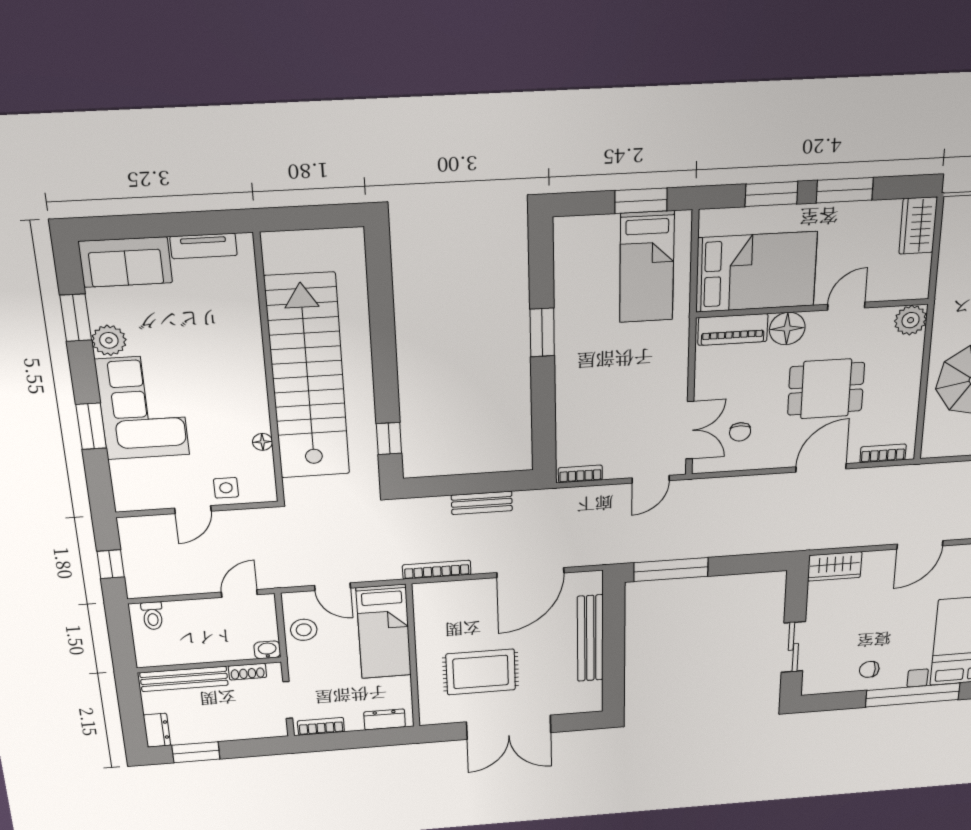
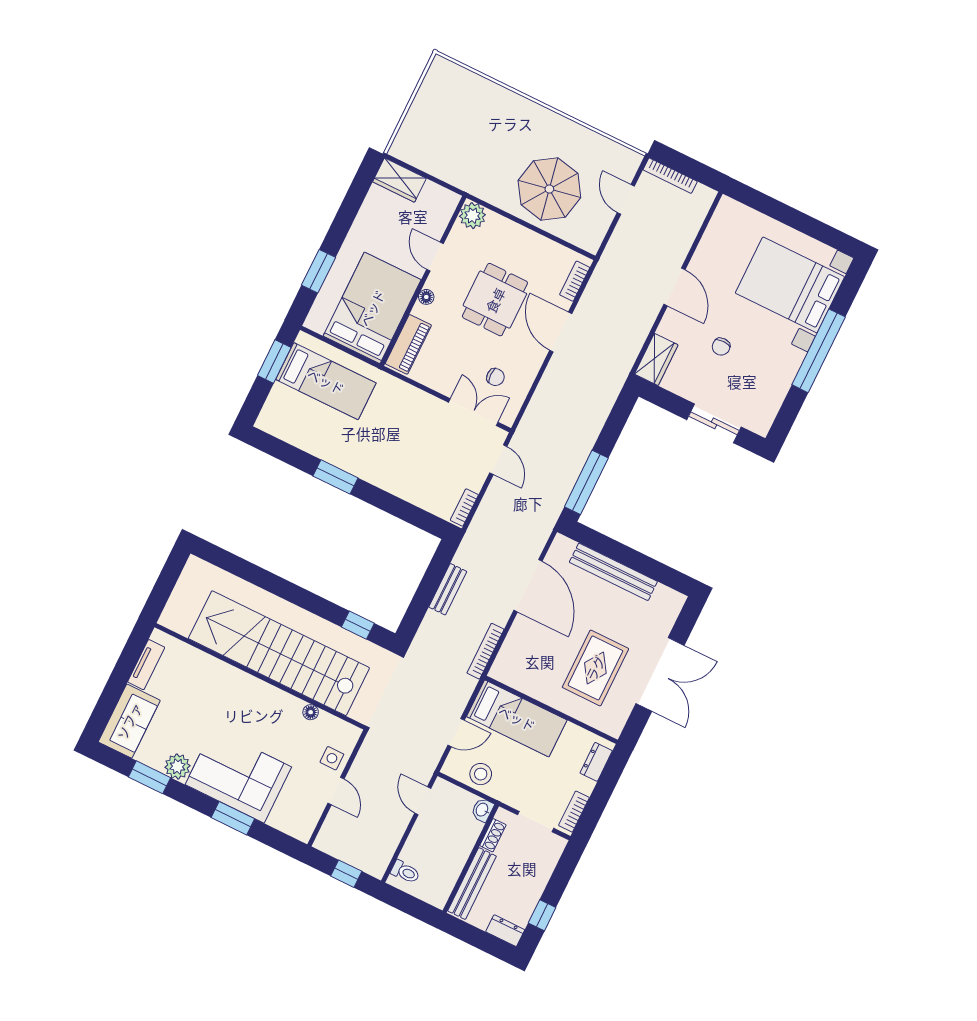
window: (845, 190) -> (344, 220), removed
floor lamp: (787, 329) -> (426, 297), width x0.53, depth x0.53
chair: (869, 669) -> (721, 347), moved
window: (196, 752) -> (542, 915), width x0.67

